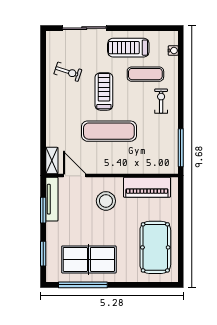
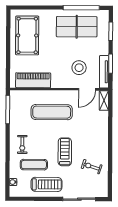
treadmill: (104, 91) -> (65, 152), turned 180
exercise mat: (109, 131) -> (52, 112), moved
door: (75, 176) -> (87, 89), hinge flipped
stool: (106, 201) -> (79, 68), moved

